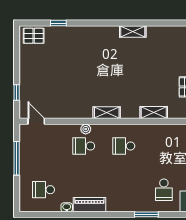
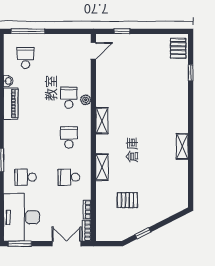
school desk: (164, 146) -> (69, 177), added
window: (17, 158) -> (28, 31), moved

